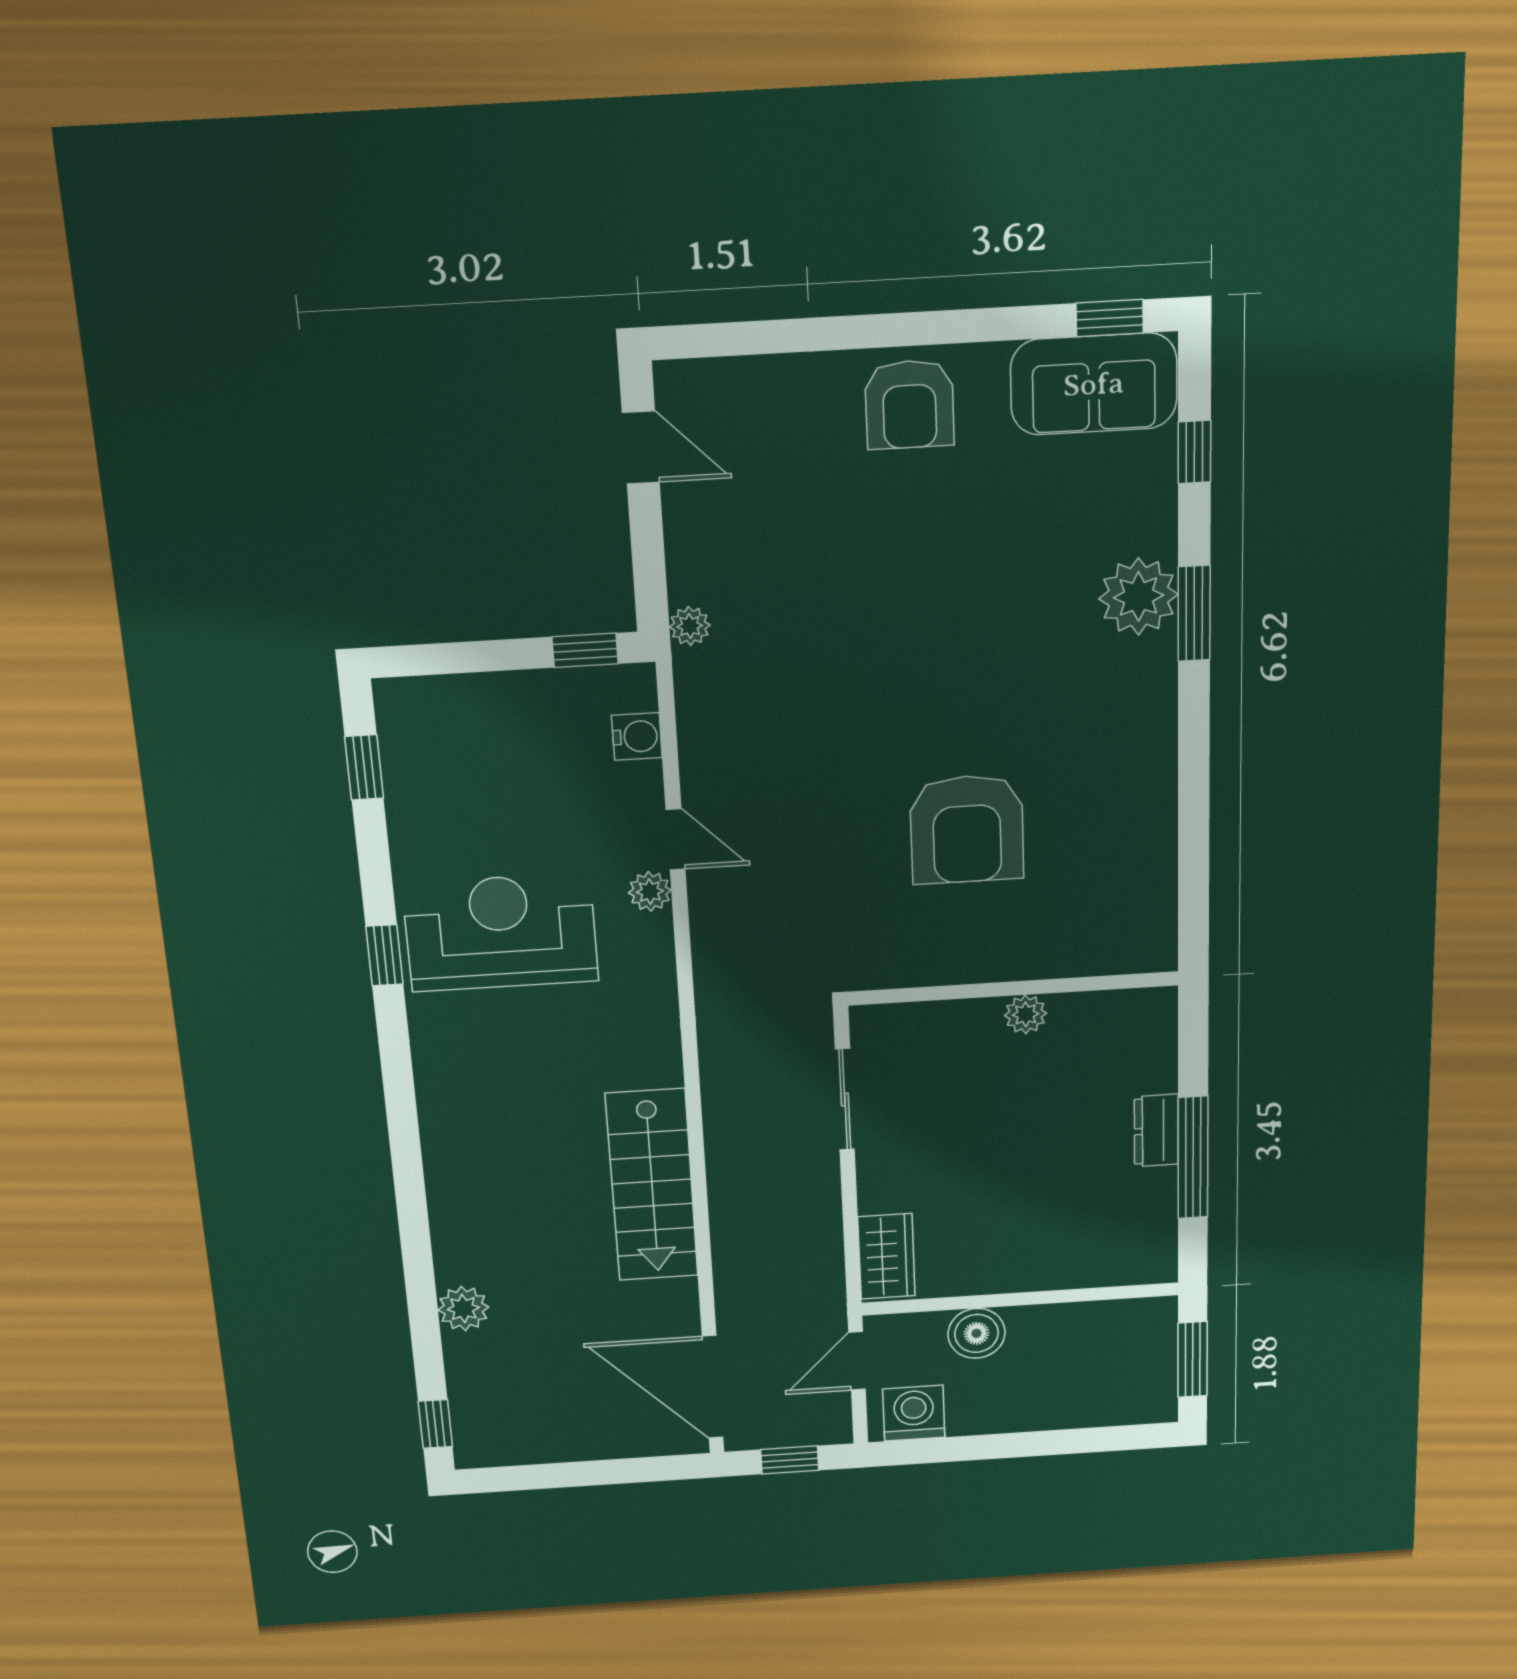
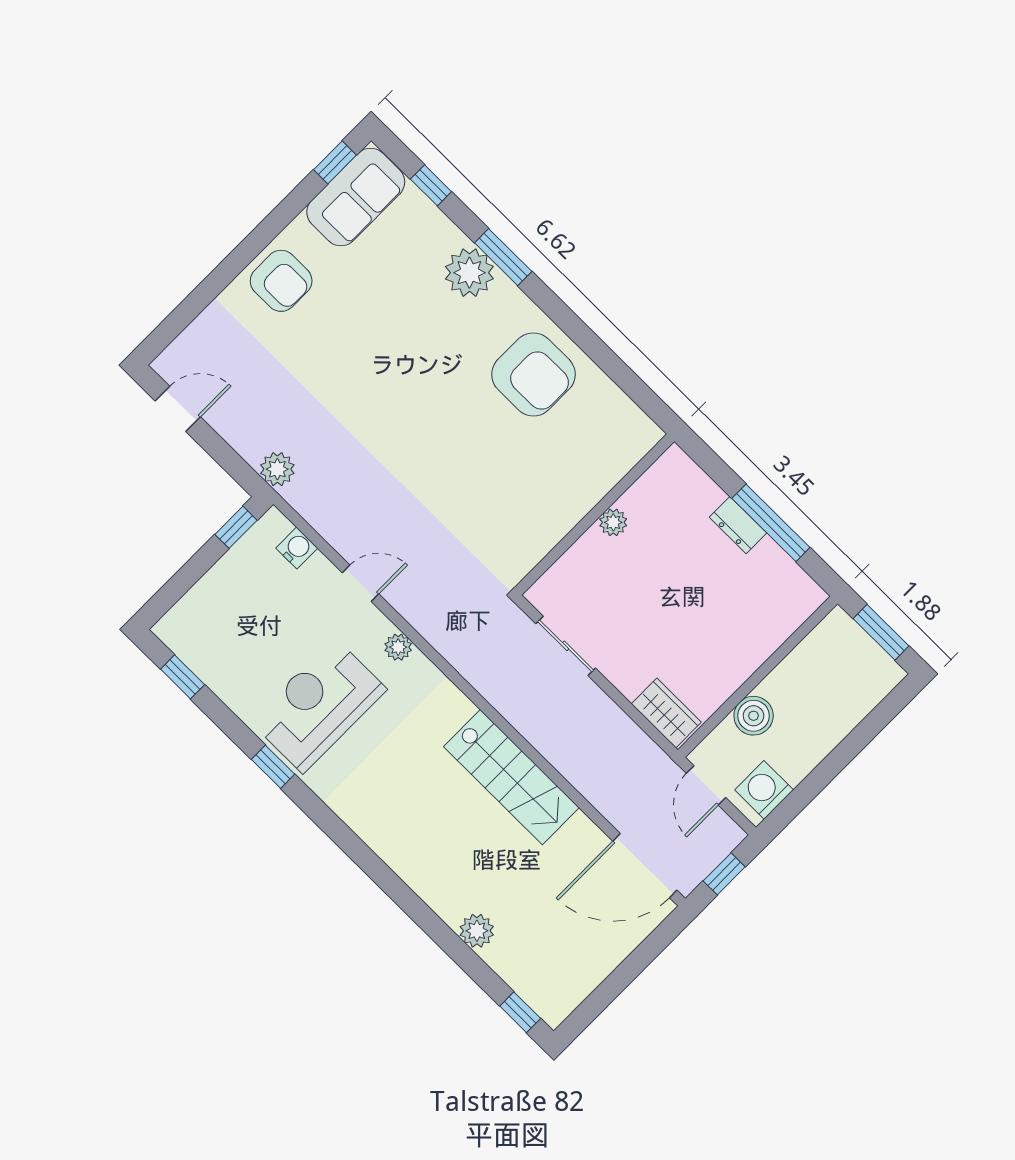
plant: (690, 626) -> (277, 469), width x1.38, depth x1.38
armchair: (967, 829) -> (533, 374), moved
plant: (650, 891) -> (398, 647), moved

